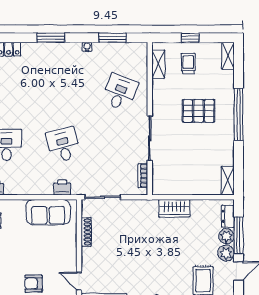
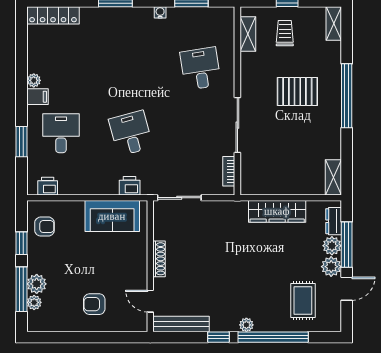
desk: (120, 92) -> (201, 69), turned -30
wardrobe: (174, 208) -> (277, 211), width x1.50
shoe rack: (86, 232) -> (159, 259), moved

